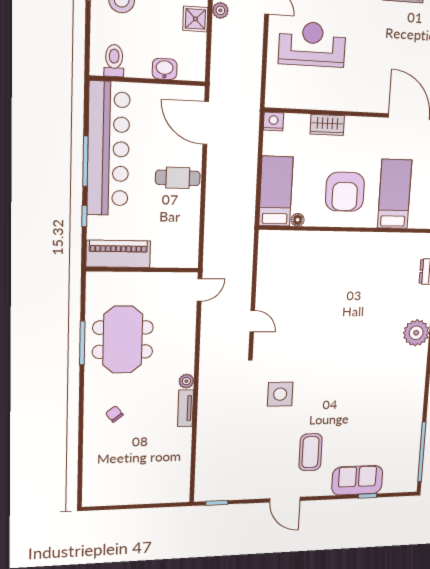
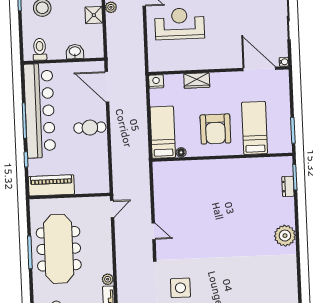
meeting table: (123, 340) -> (59, 249), width x1.36

